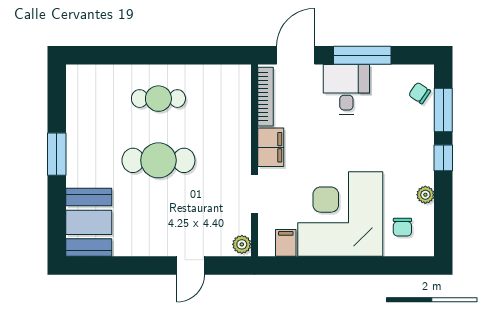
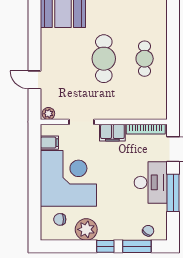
desk: (346, 89) -> (151, 182), width x1.37
plant: (425, 195) -> (86, 229), width x1.88, depth x1.88

